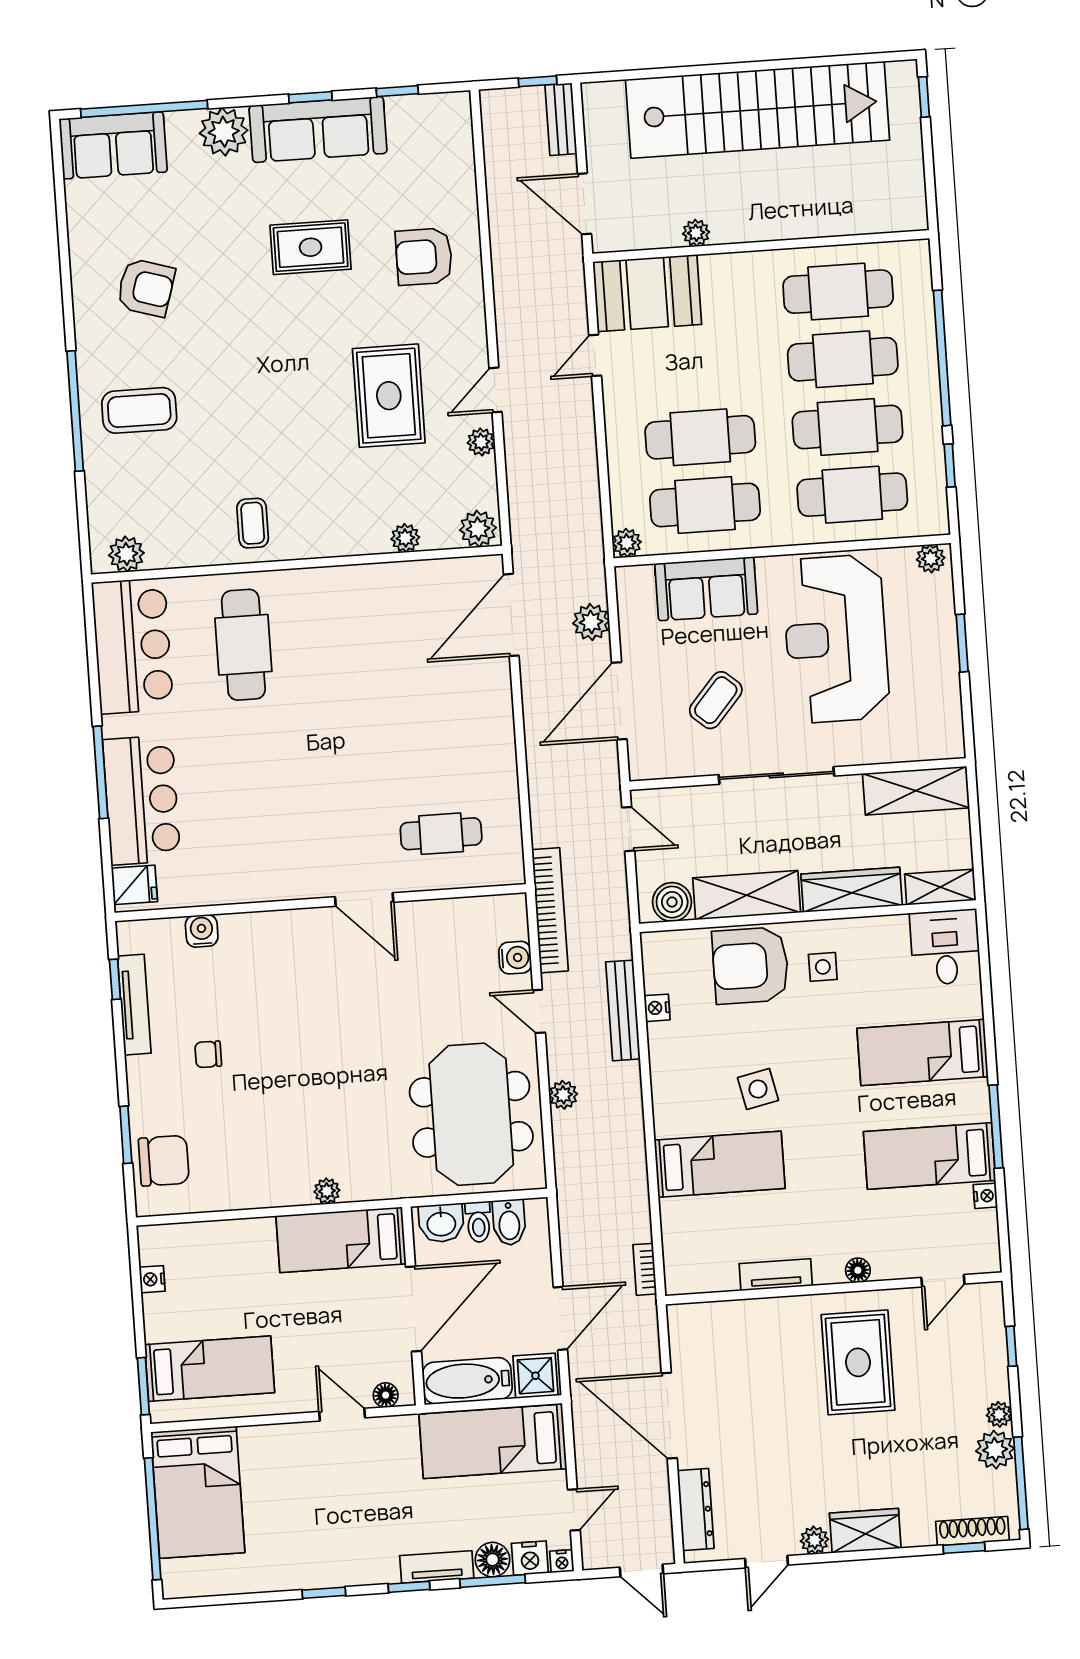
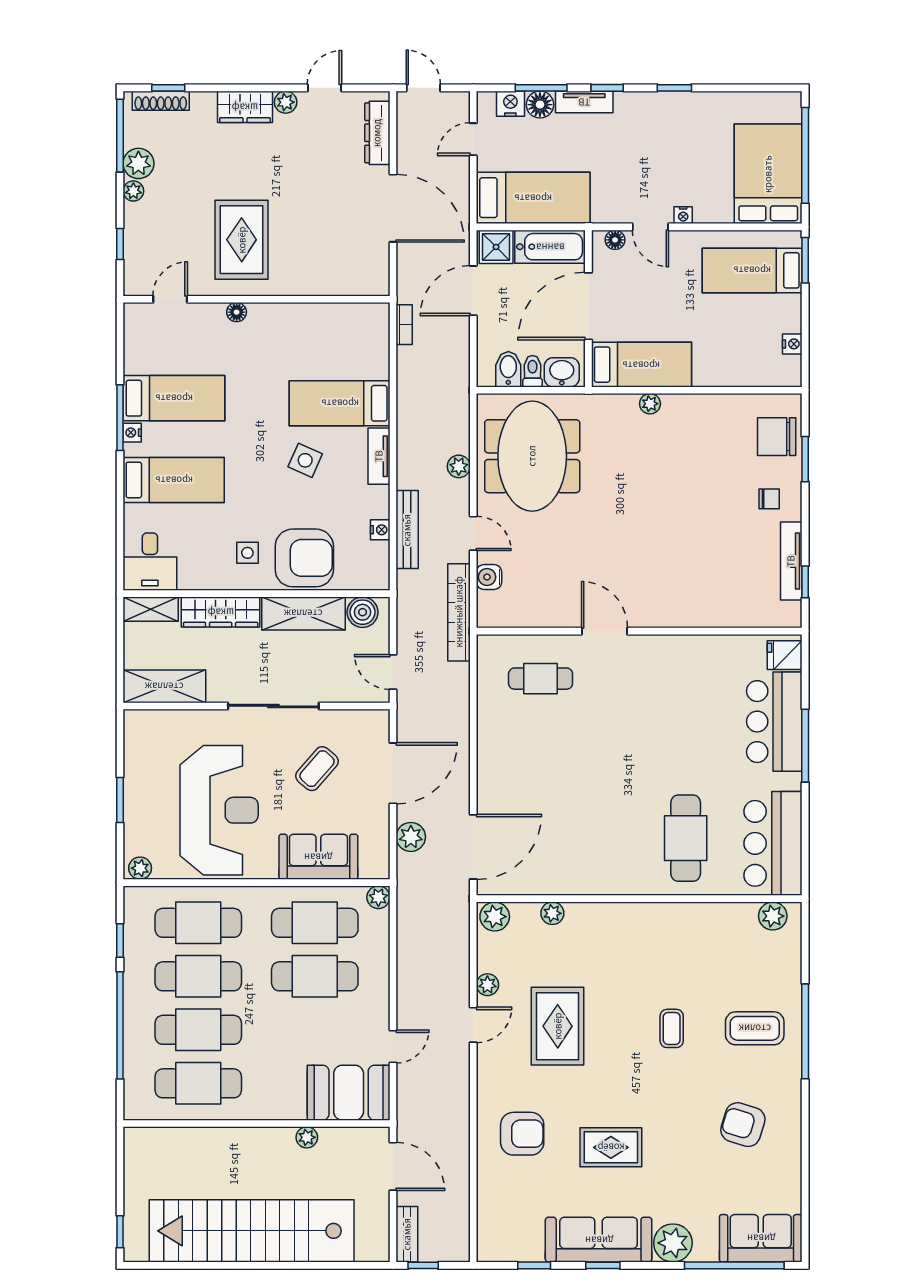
coffee table: (253, 523) -> (672, 1028), moved
water cooler: (202, 931) -> (734, 615), removed
chair: (208, 1054) -> (769, 499), moved
side table: (758, 1089) -> (305, 460), turned 36
nightstand: (985, 1196) -> (132, 433), moved
tv unit: (776, 1275) -> (379, 456), moved, turned 90
nightstand: (562, 1561) -> (683, 215), moved, turned 180

